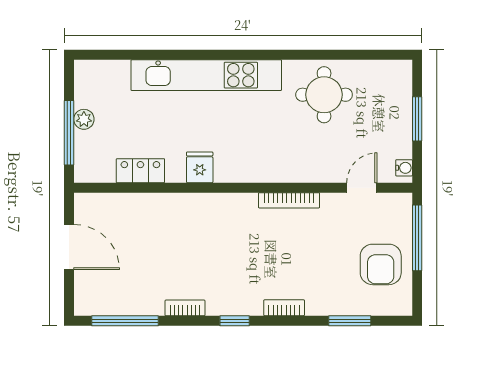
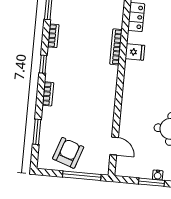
water cooler: (404, 168) -> (158, 175), moved
bookcase: (289, 200) -> (116, 47), moved
armchair: (381, 264) -> (68, 153), turned 109

